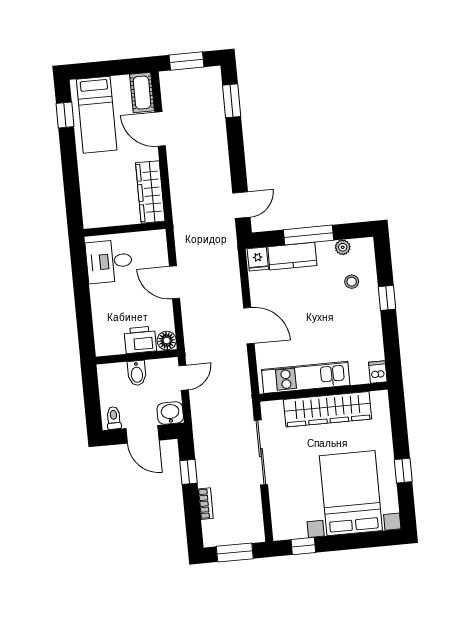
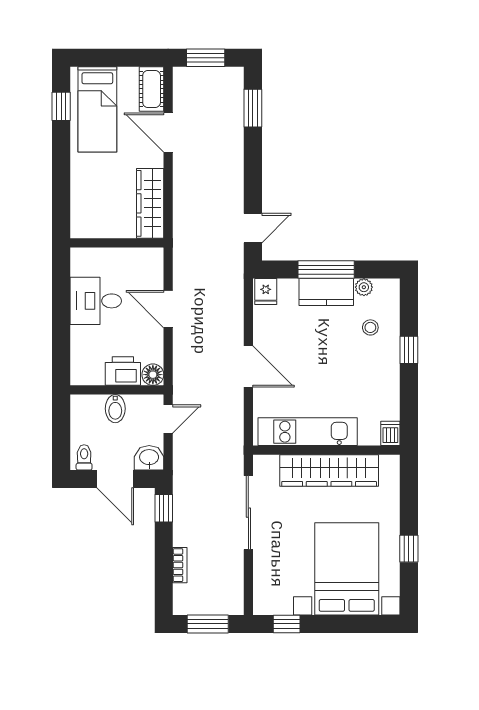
kitchen counter: (292, 256) -> (326, 292), moved
desk: (109, 261) -> (96, 301), moved
window: (189, 472) -> (164, 508), moved

